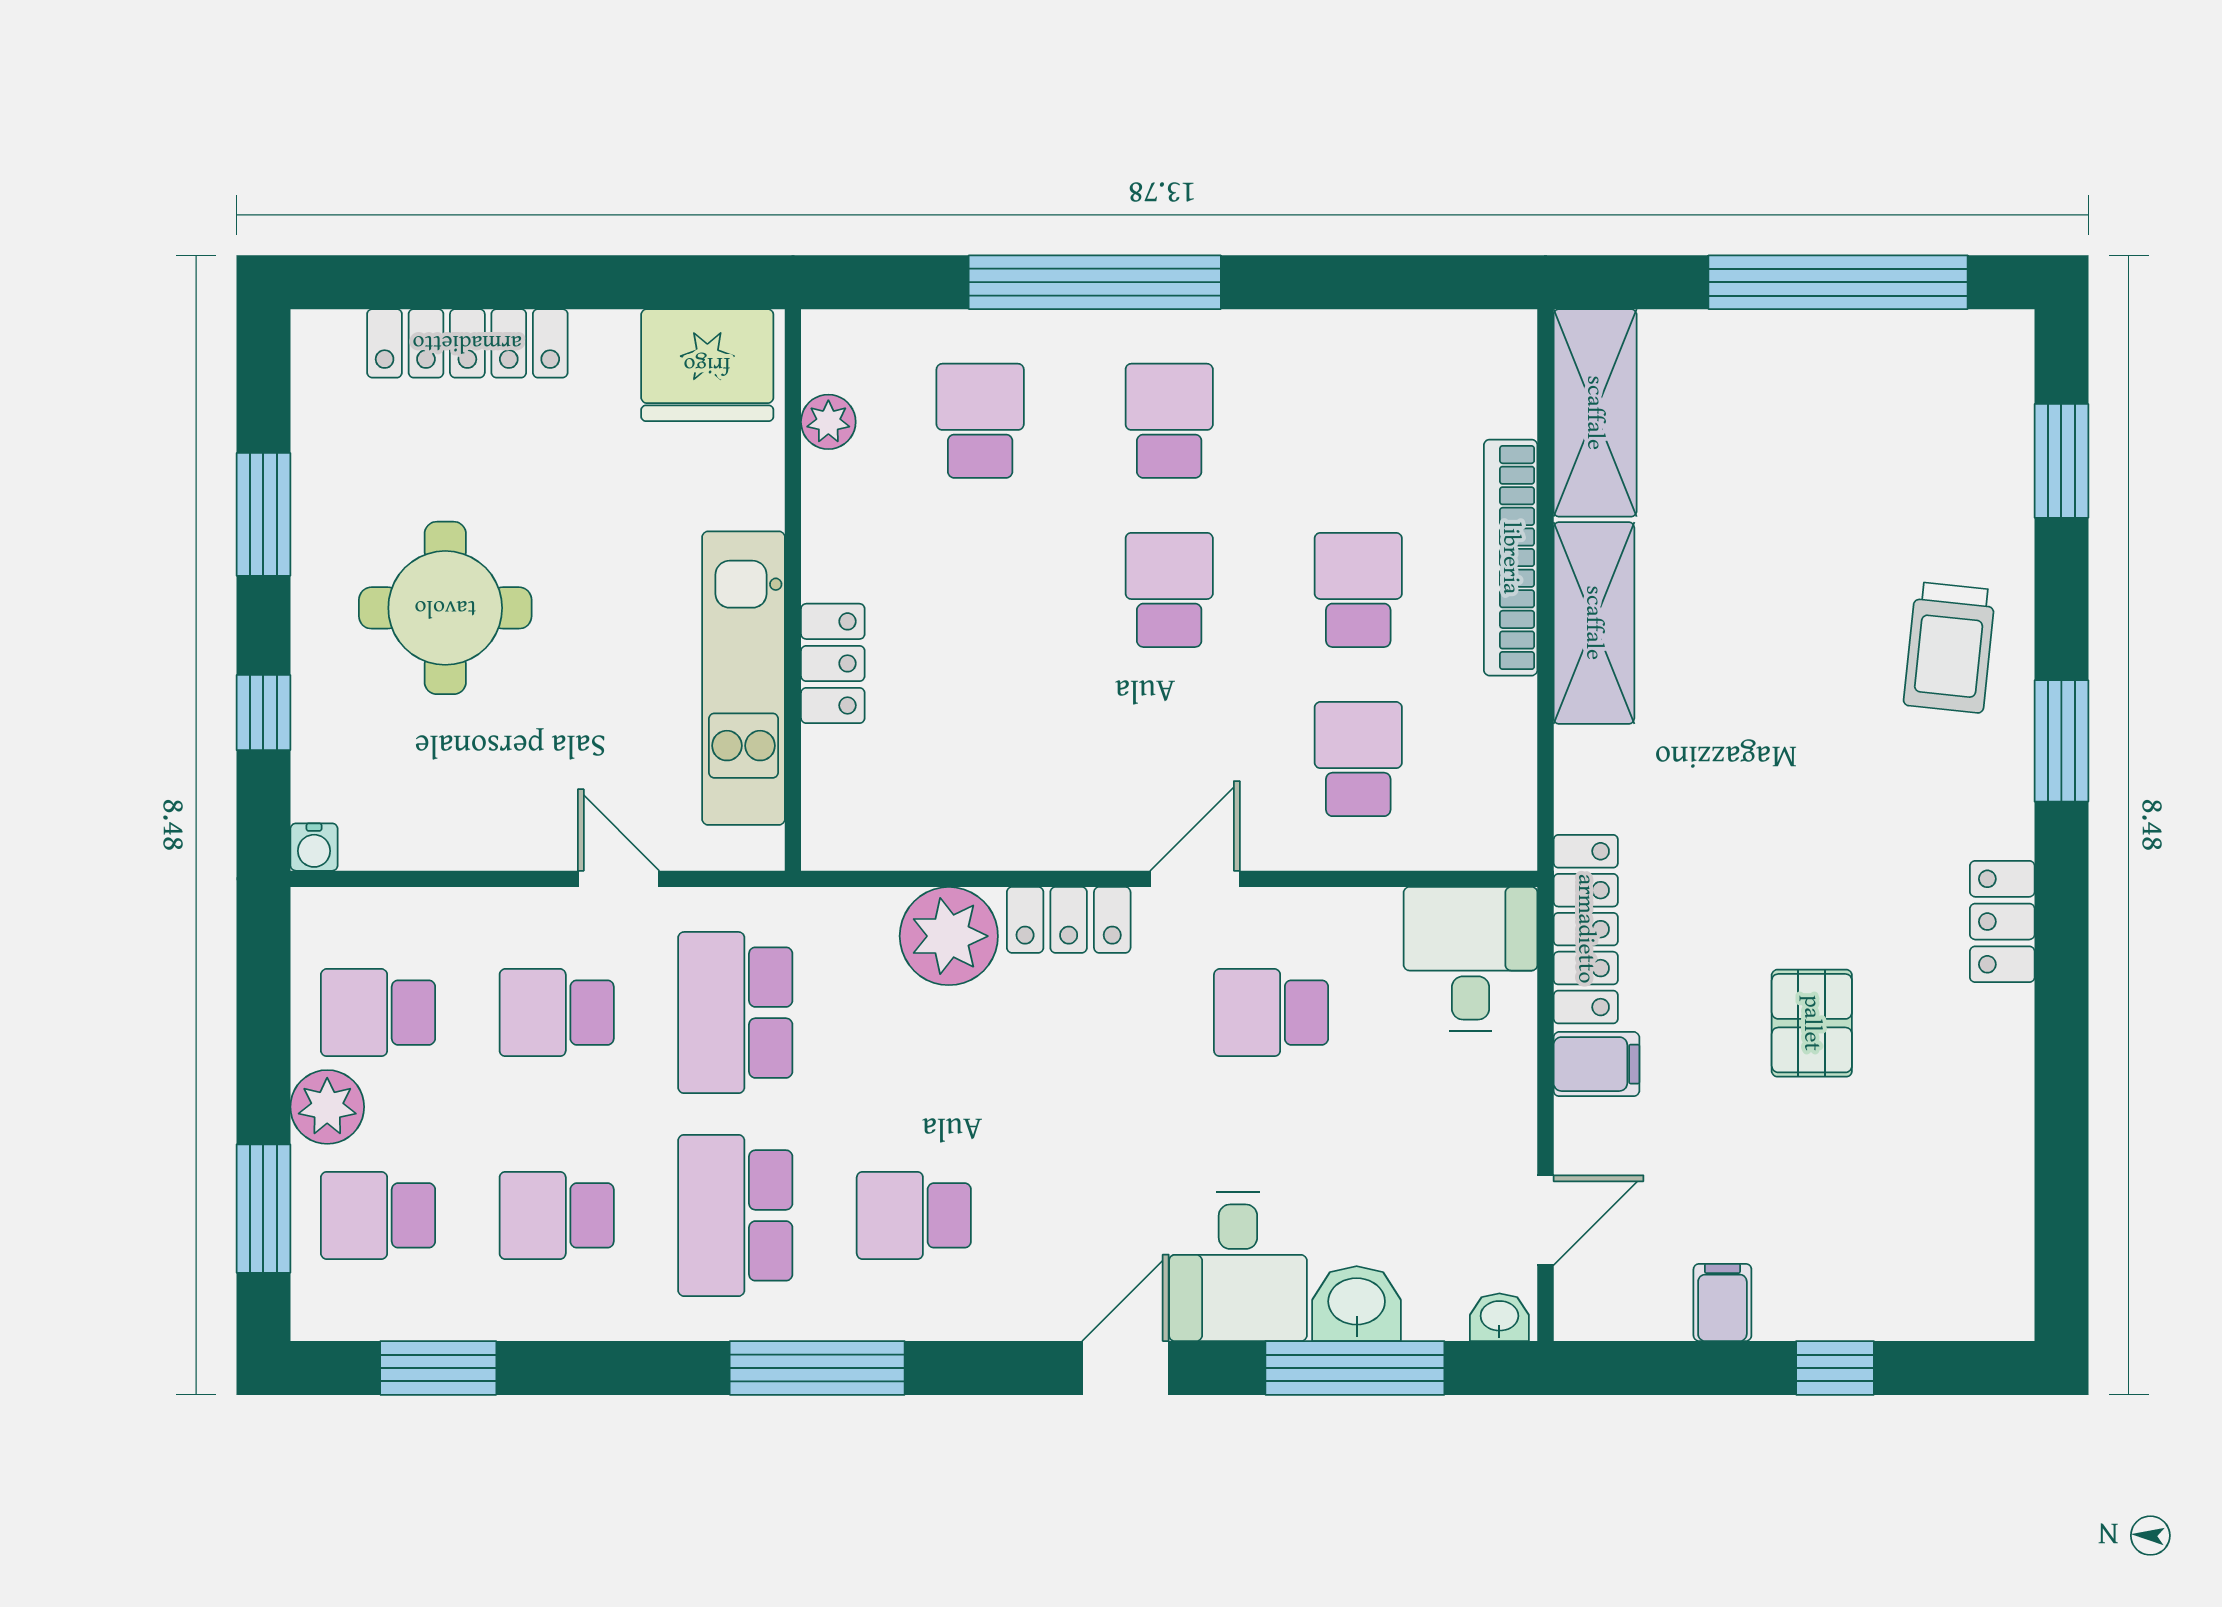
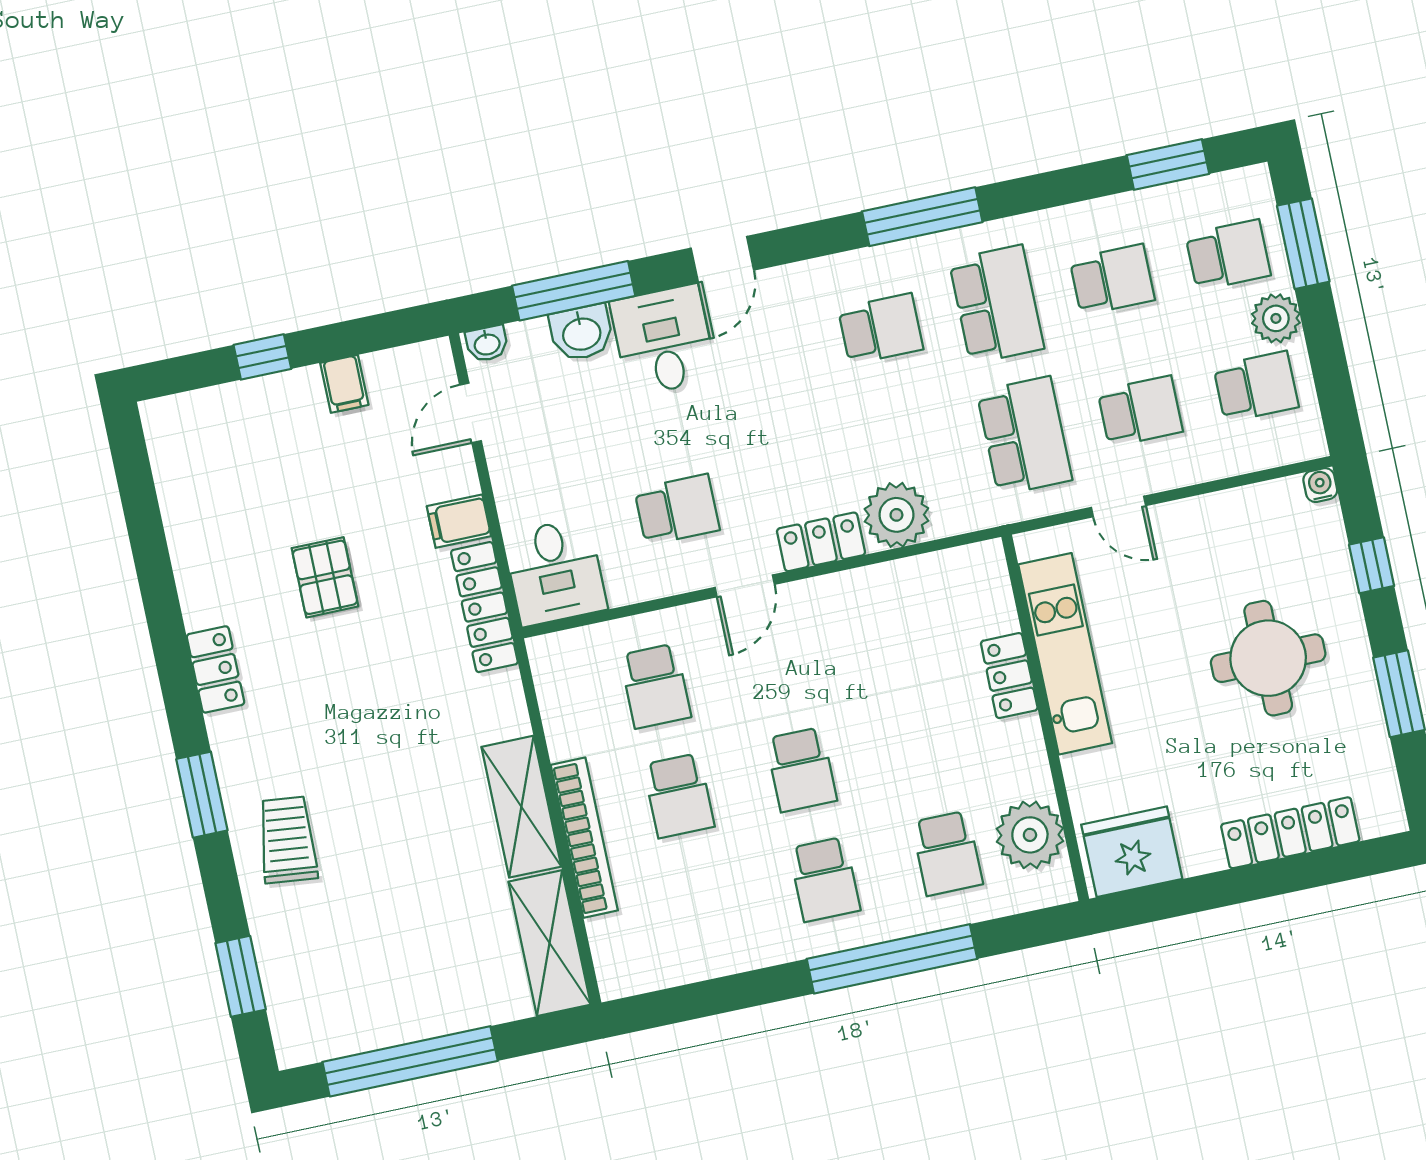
plant: (828, 422) -> (1030, 835), width x1.88, depth x1.88

